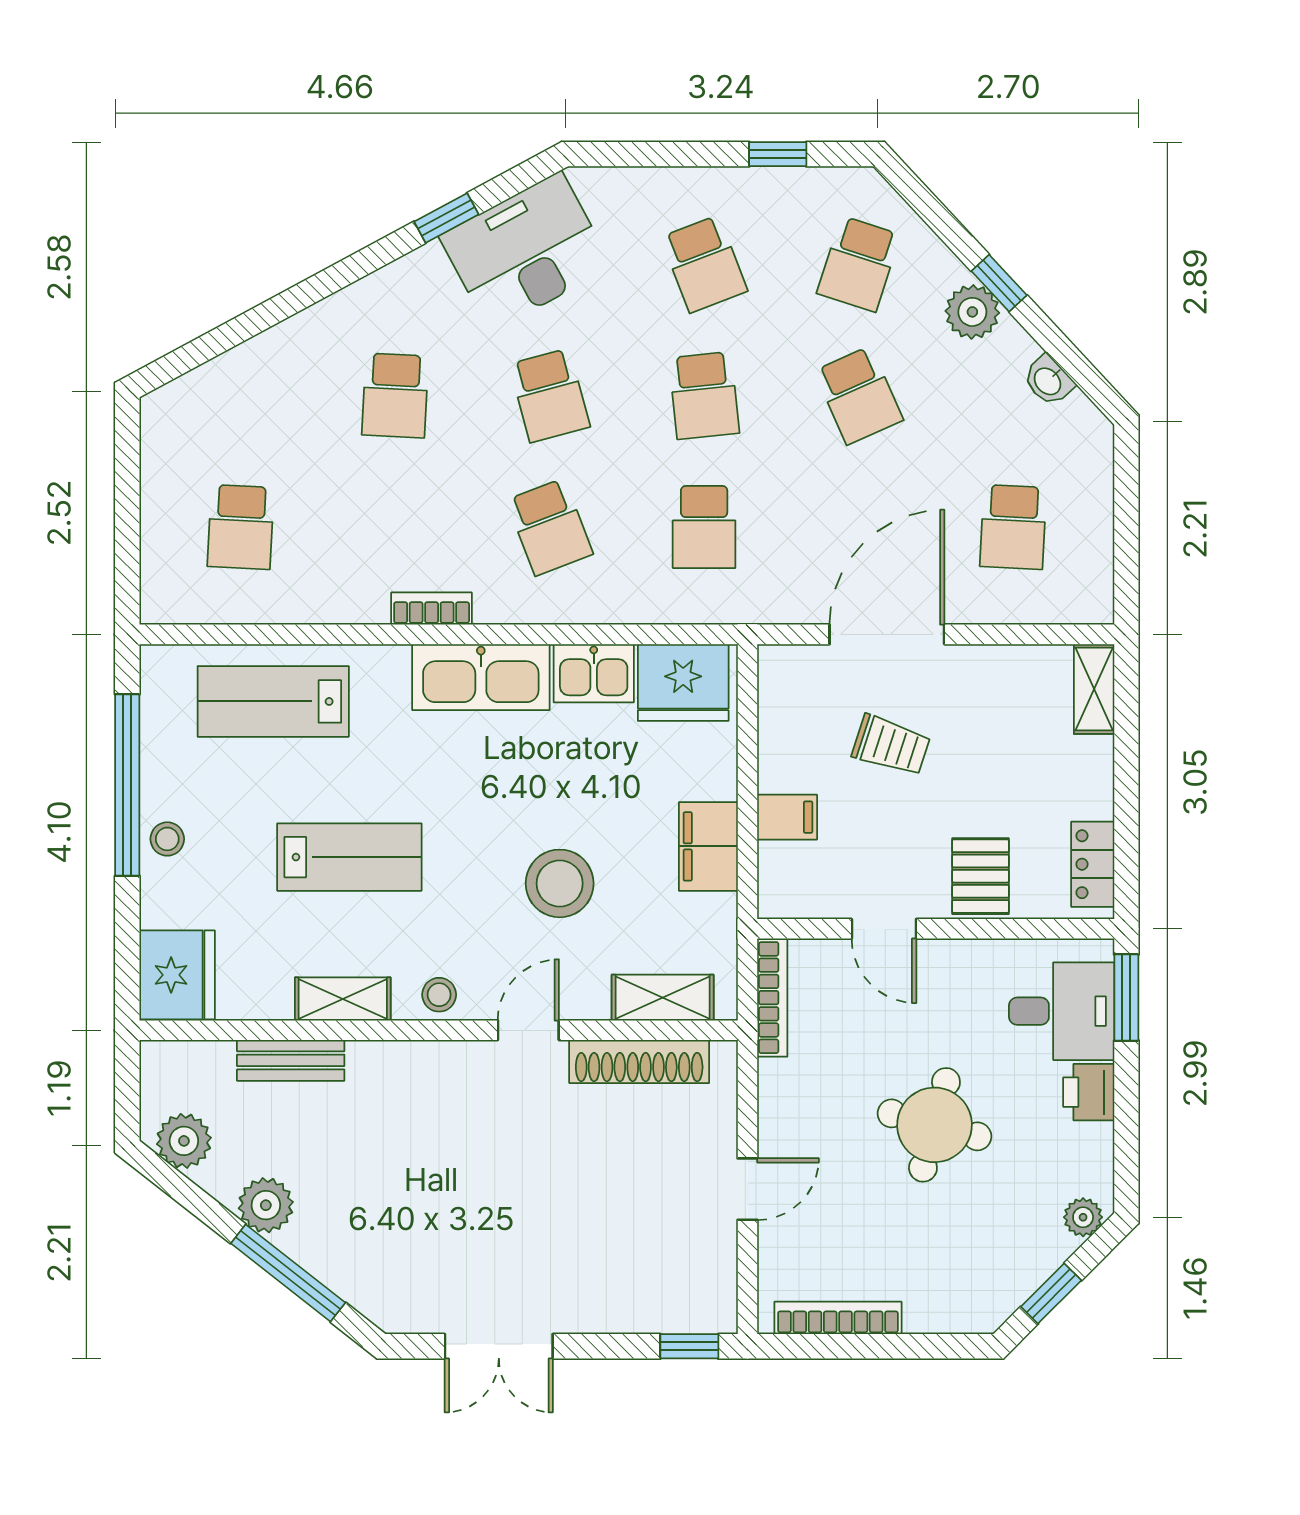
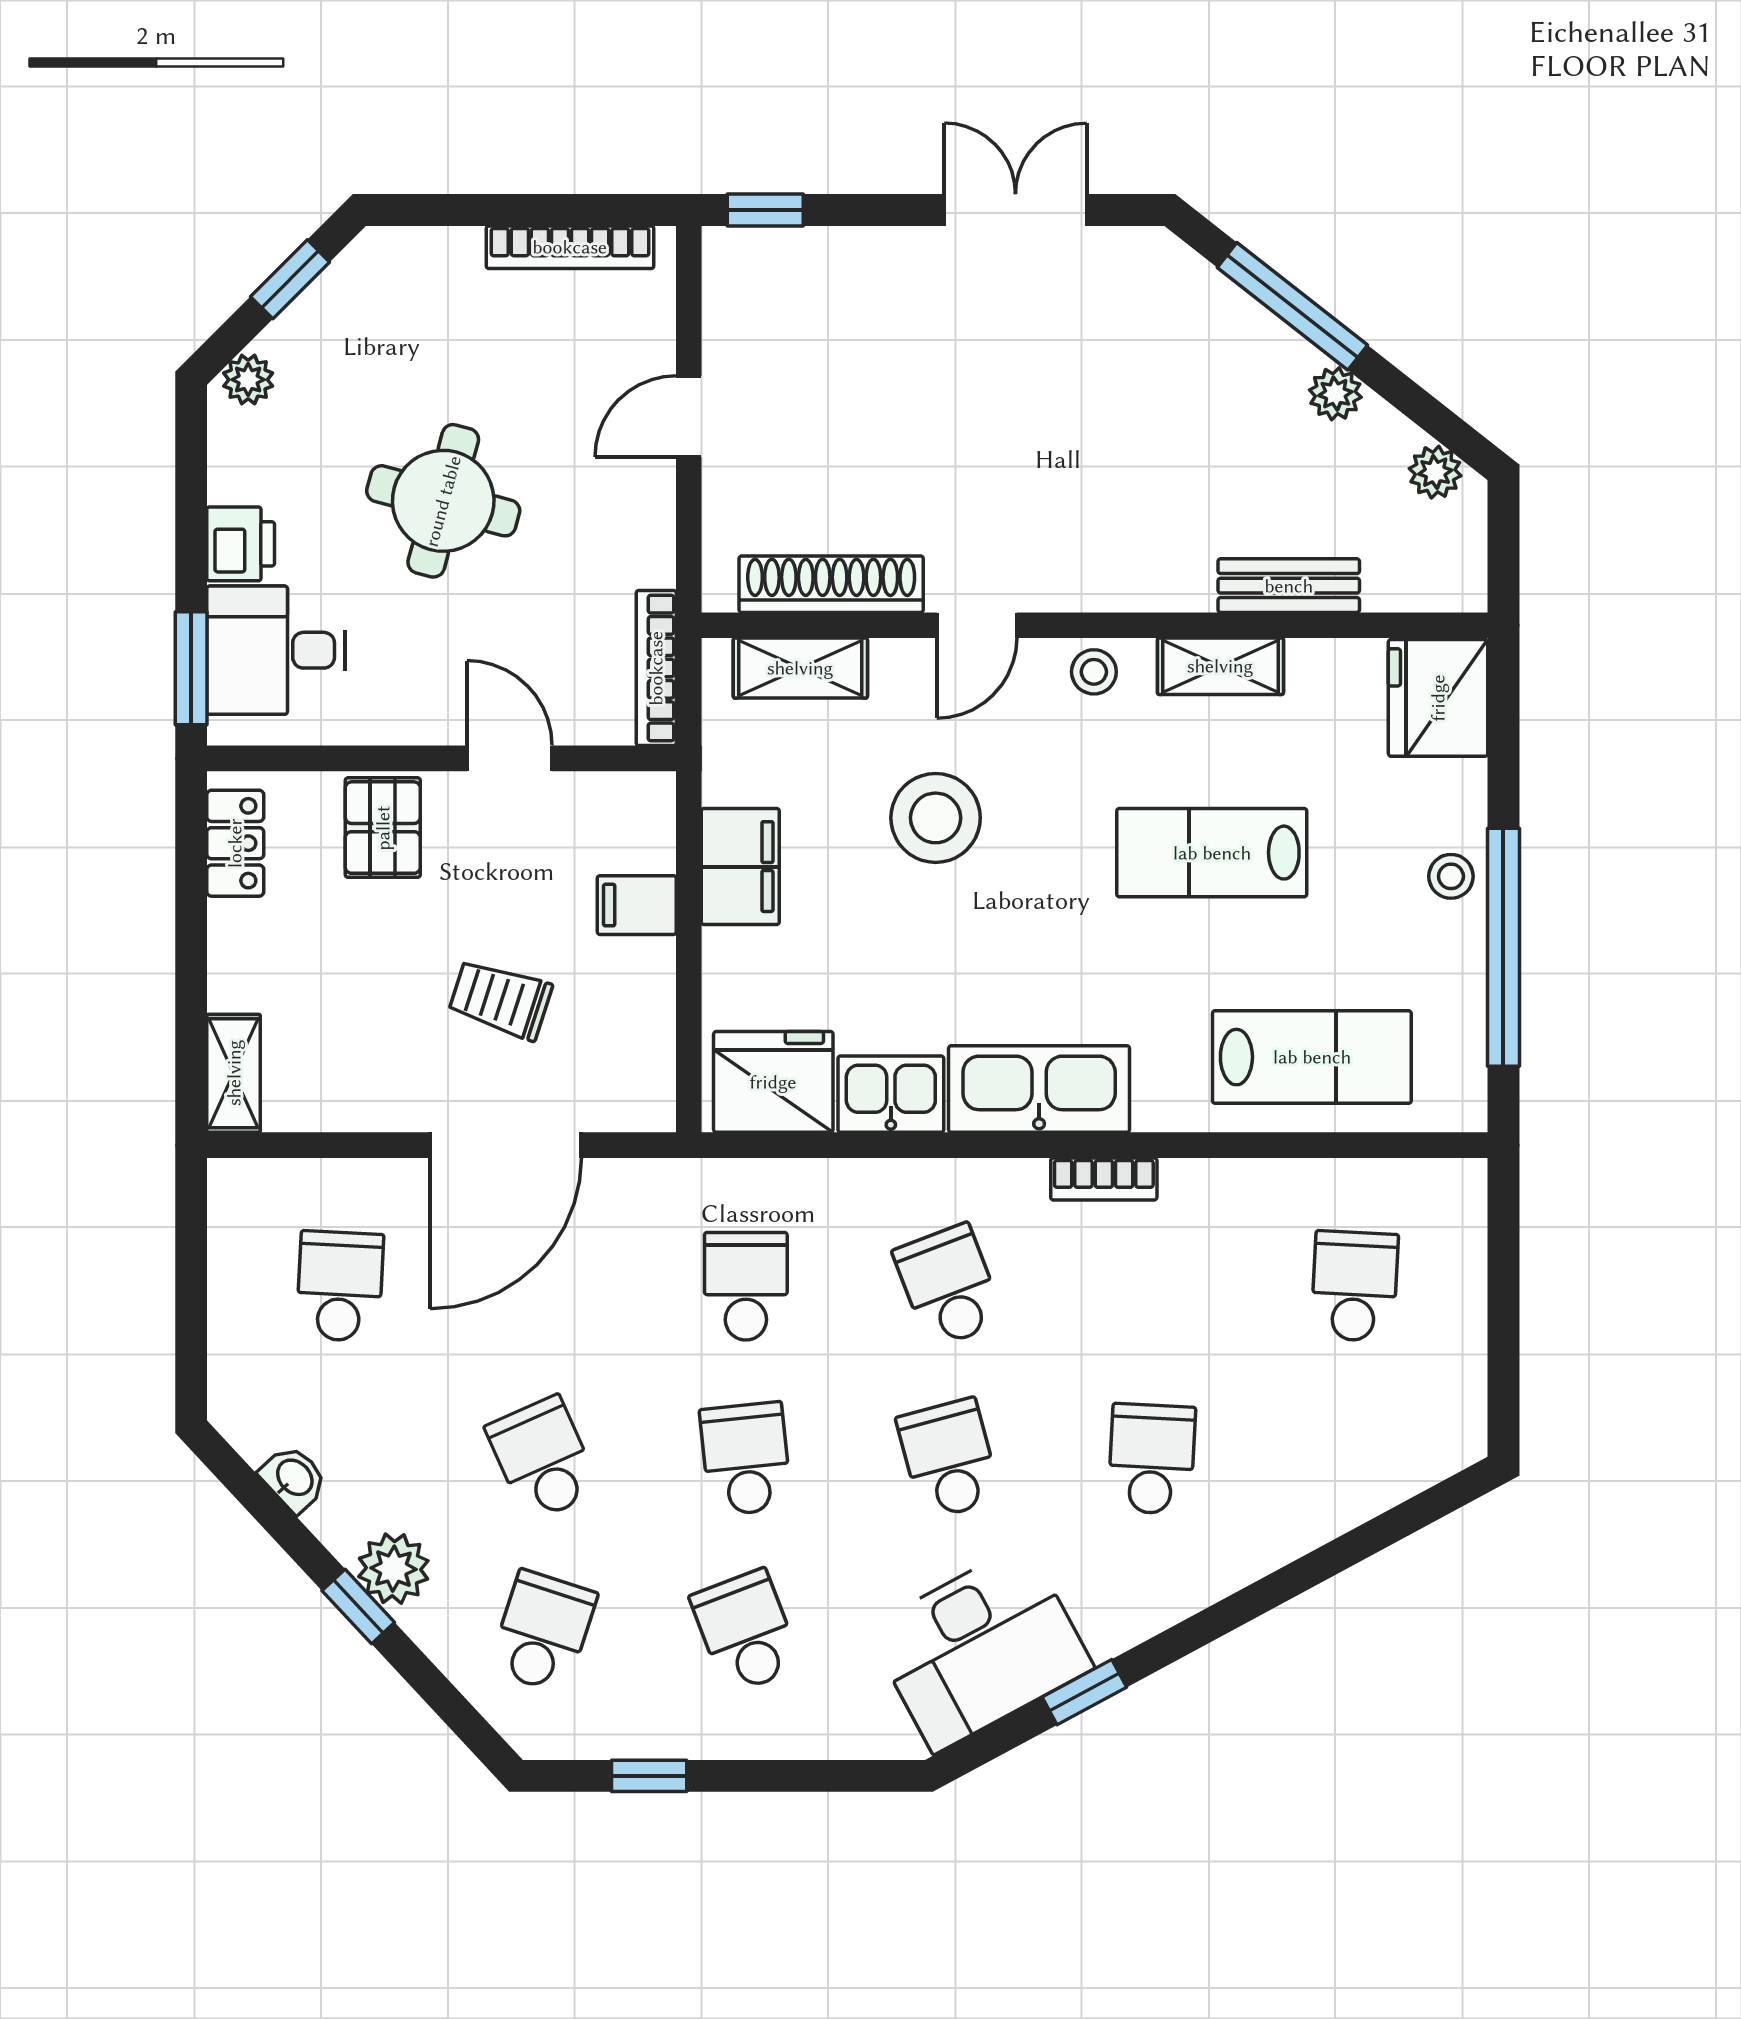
plant: (184, 1141) -> (1435, 472), width x0.73, depth x0.73
plant: (266, 1205) -> (1335, 394), width x0.73, depth x0.73

